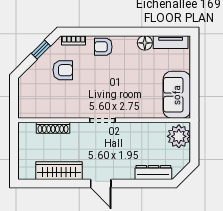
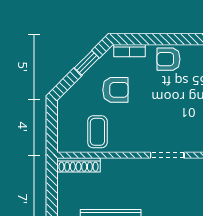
coffee table: (49, 102) -> (97, 132), added
shoe rack: (53, 128) -> (78, 165), moved

